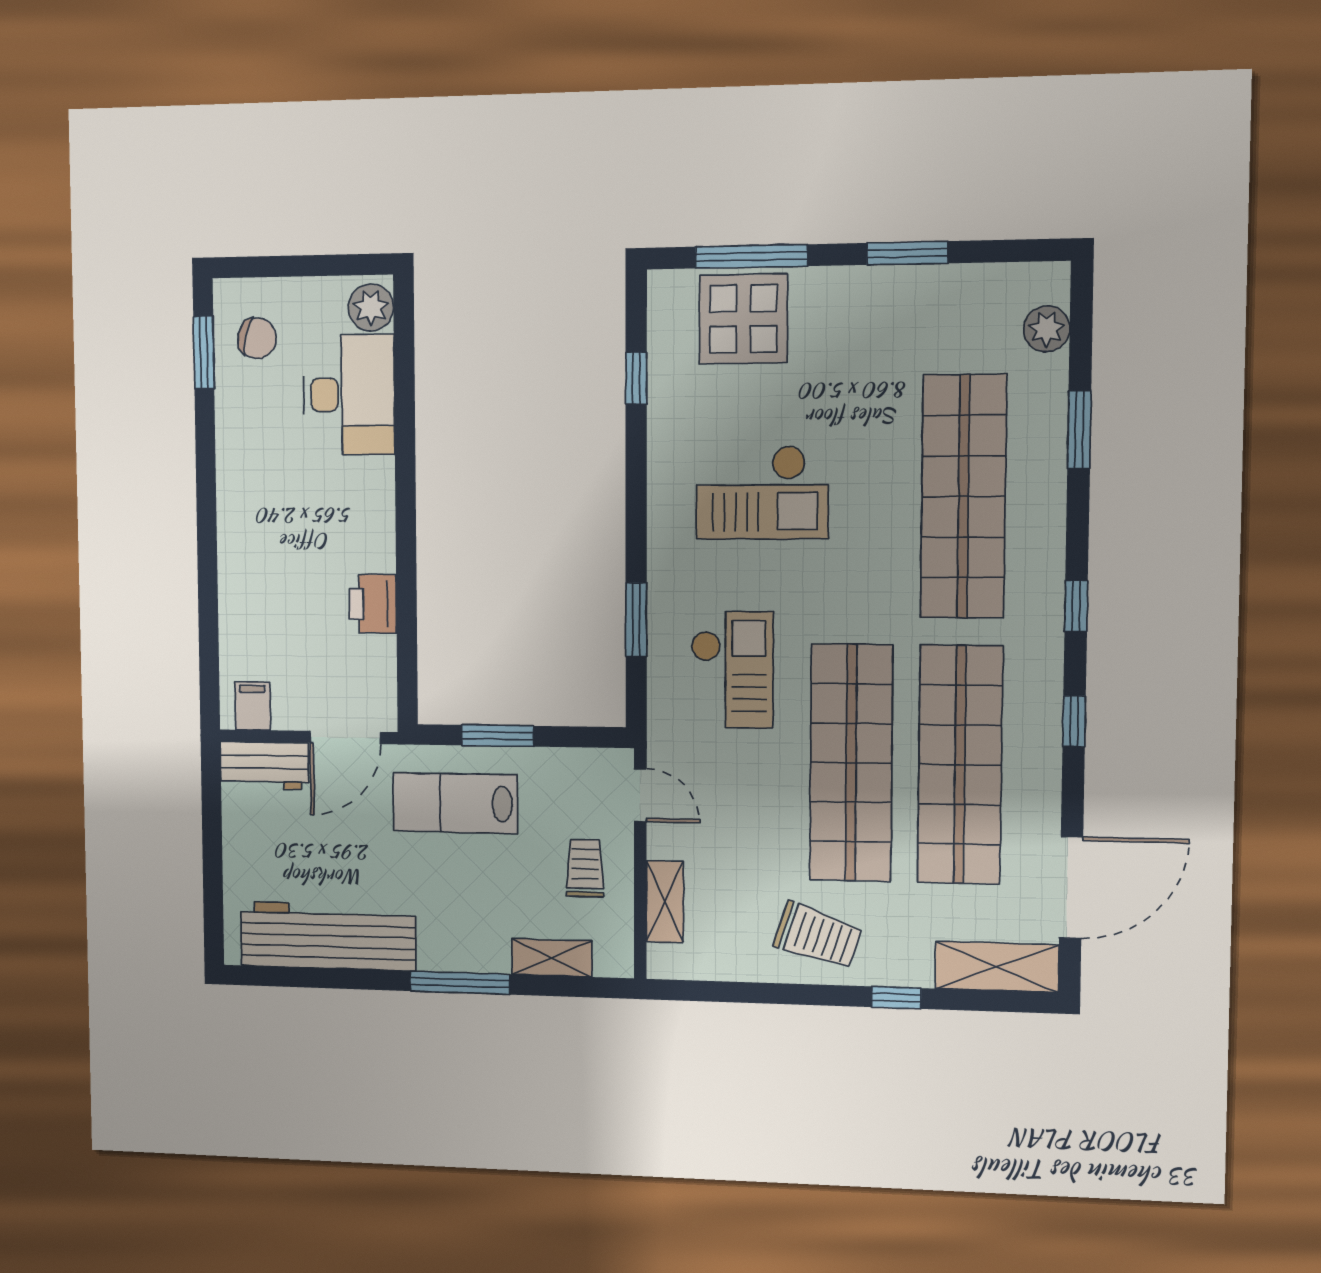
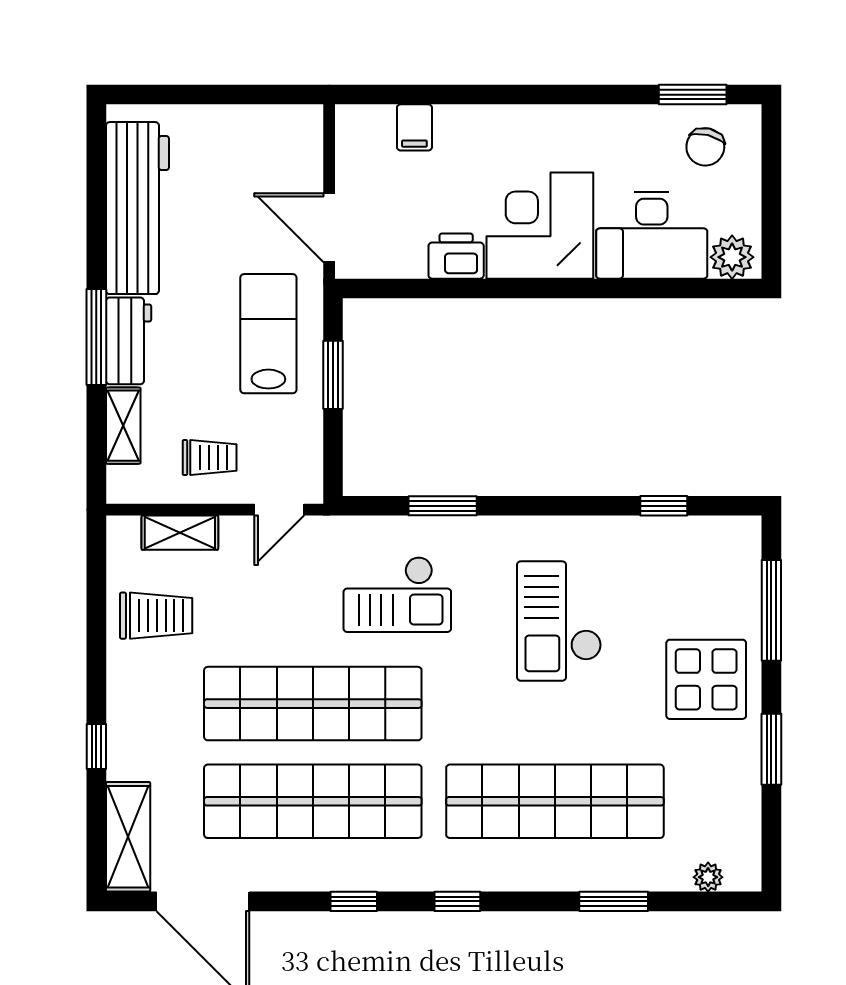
display table: (743, 319) -> (706, 679), moved
plant: (1046, 329) -> (708, 877), width x0.73, depth x0.73
corner desk: (340, 515) -> (540, 226), added
filing cabinet: (252, 706) -> (414, 127), moved, turned 90
workbench: (264, 766) -> (129, 341), moved, turned 180
trolley: (818, 936) -> (156, 616), moved, turned -108

